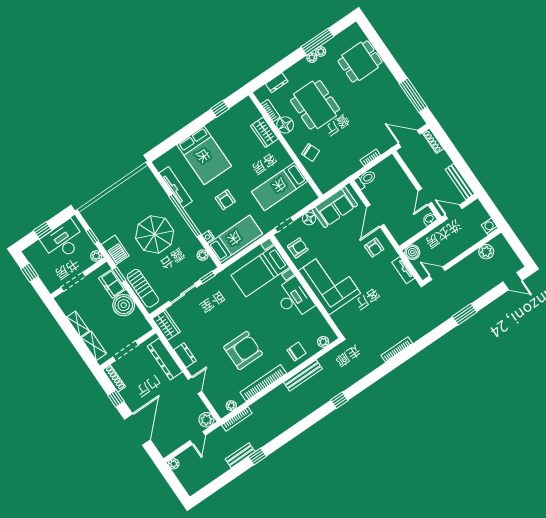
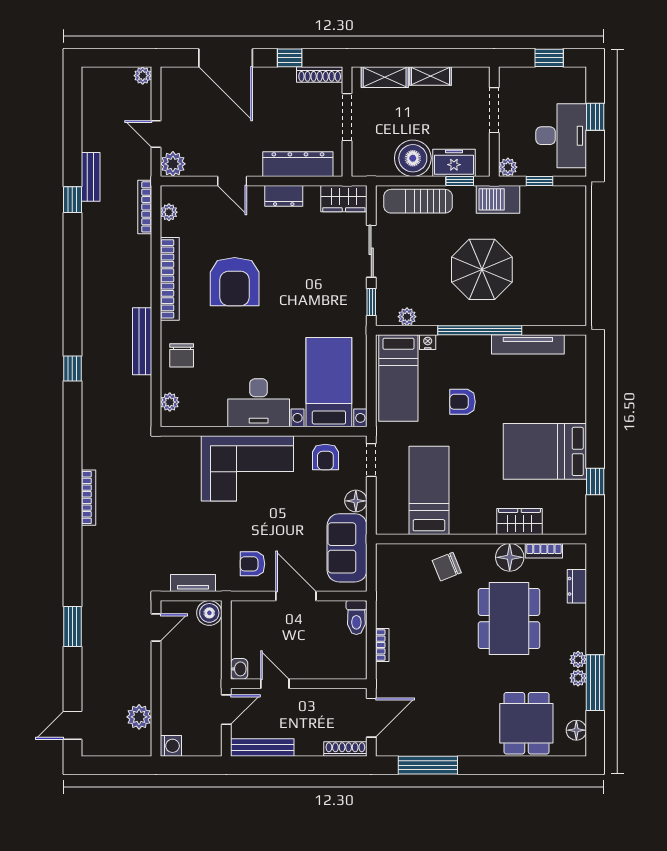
floor lamp: (347, 35) -> (576, 730), added
dining table: (315, 105) -> (509, 619), turned 90
bed: (204, 155) -> (545, 451), moved

